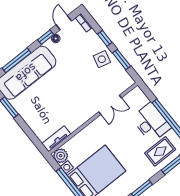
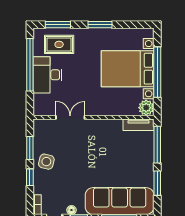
window: (31, 135) -> (157, 145), added

